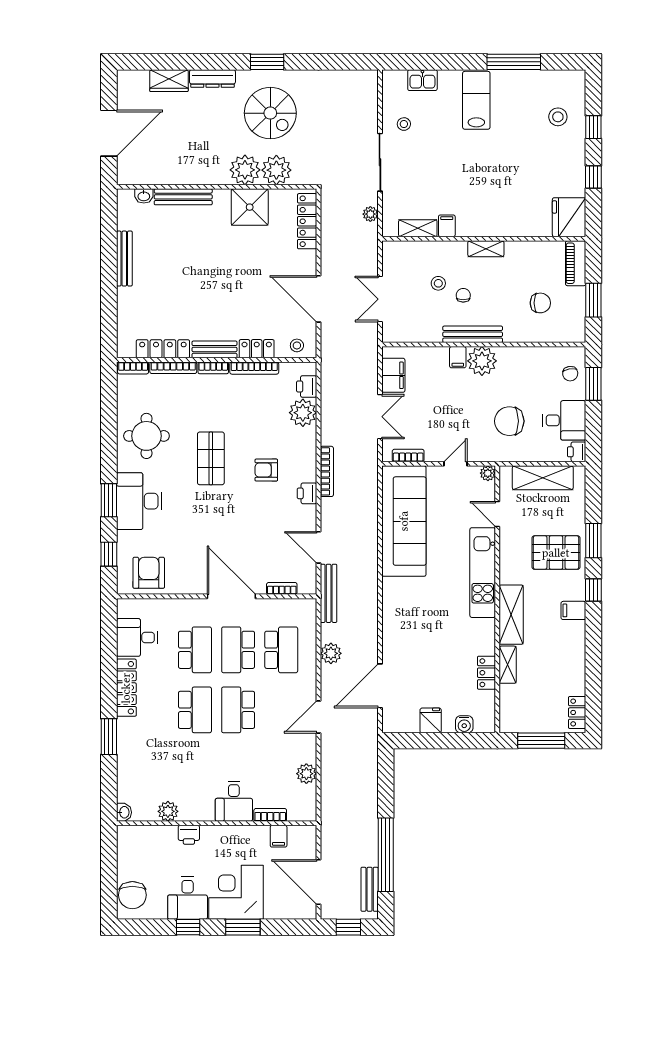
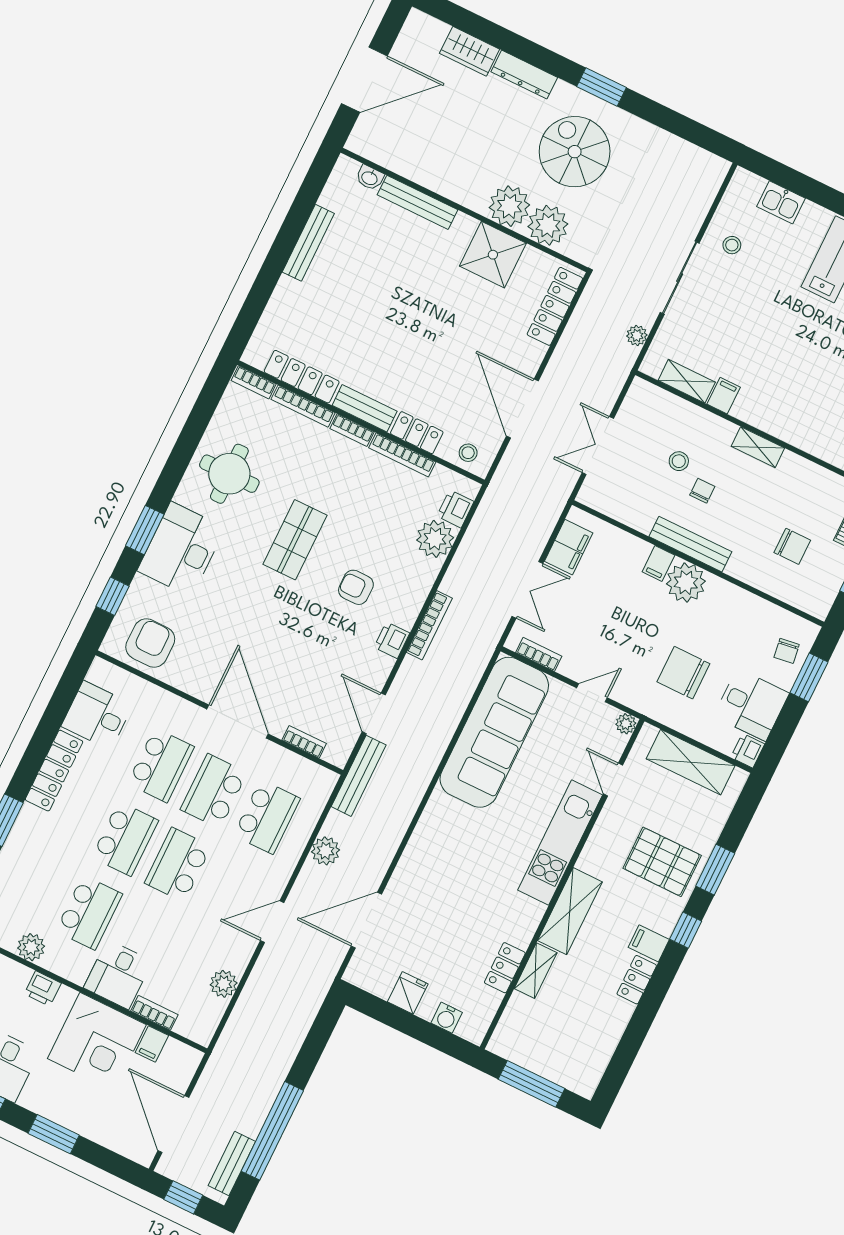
spiral stairs: (270, 113) -> (575, 152), turned 180
locker: (577, 712) -> (637, 980), moved
school desk: (195, 770) -> (89, 913), added
corner desk: (236, 892) -> (97, 1042), moved, turned 180

